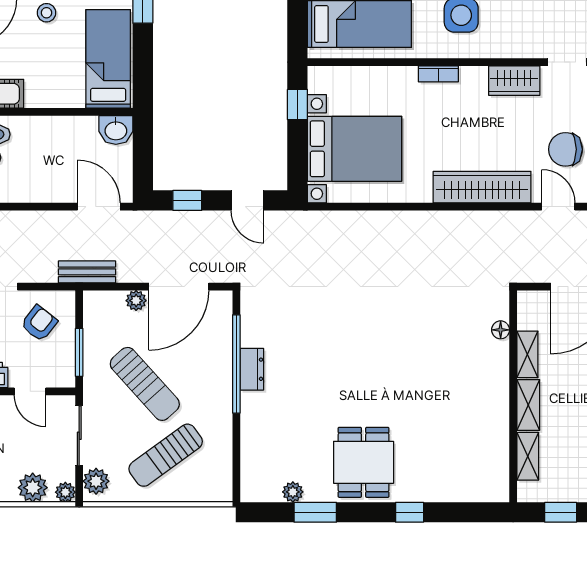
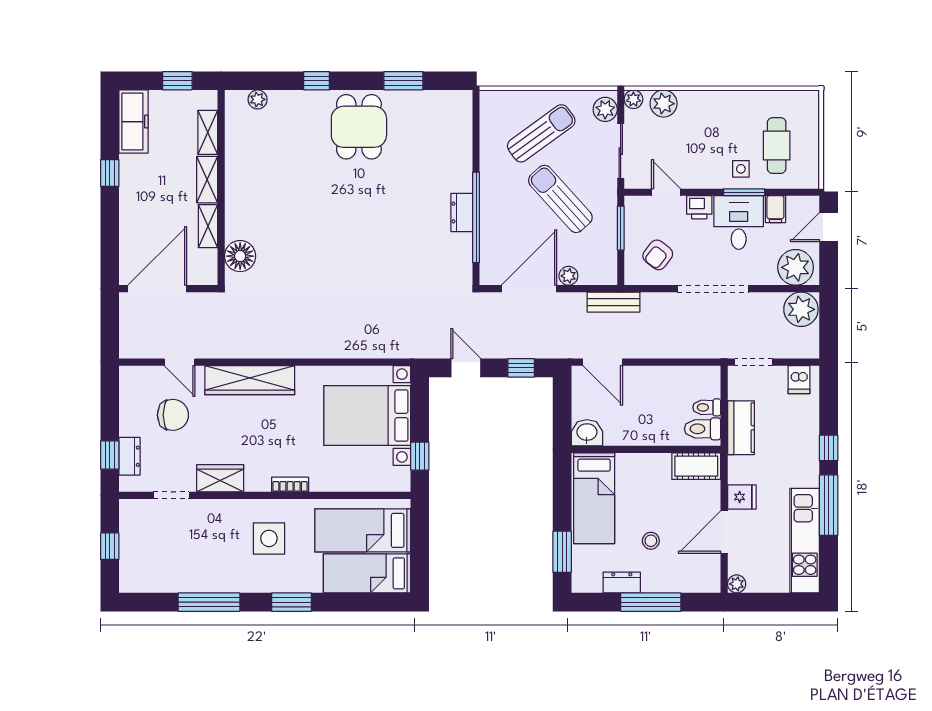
floor lamp: (501, 330) -> (240, 256), width x1.89, depth x1.89
plant: (293, 492) -> (258, 99), moved

